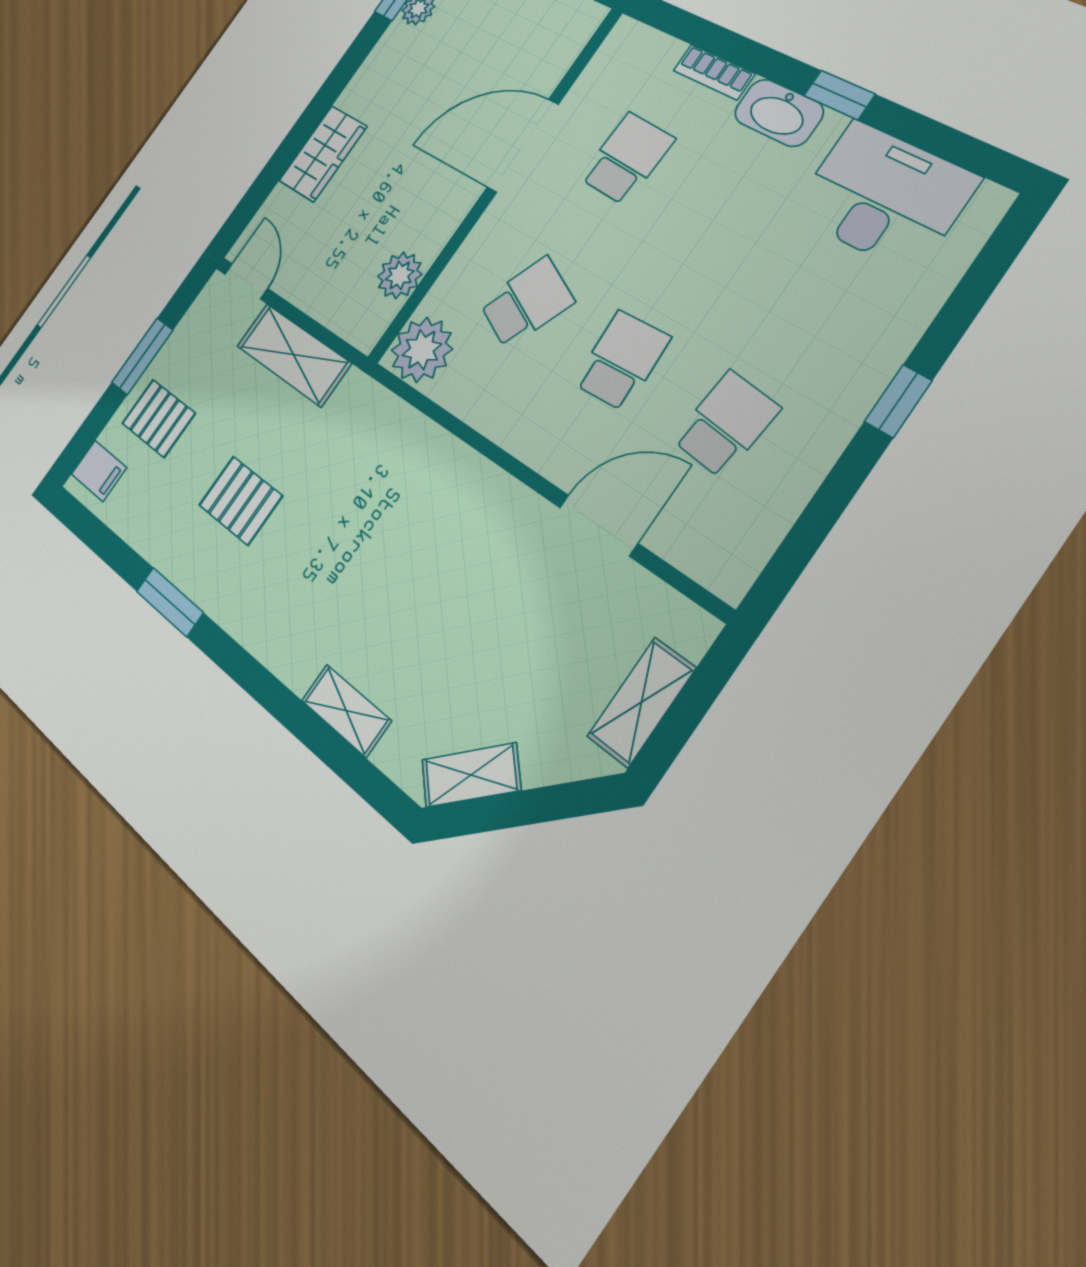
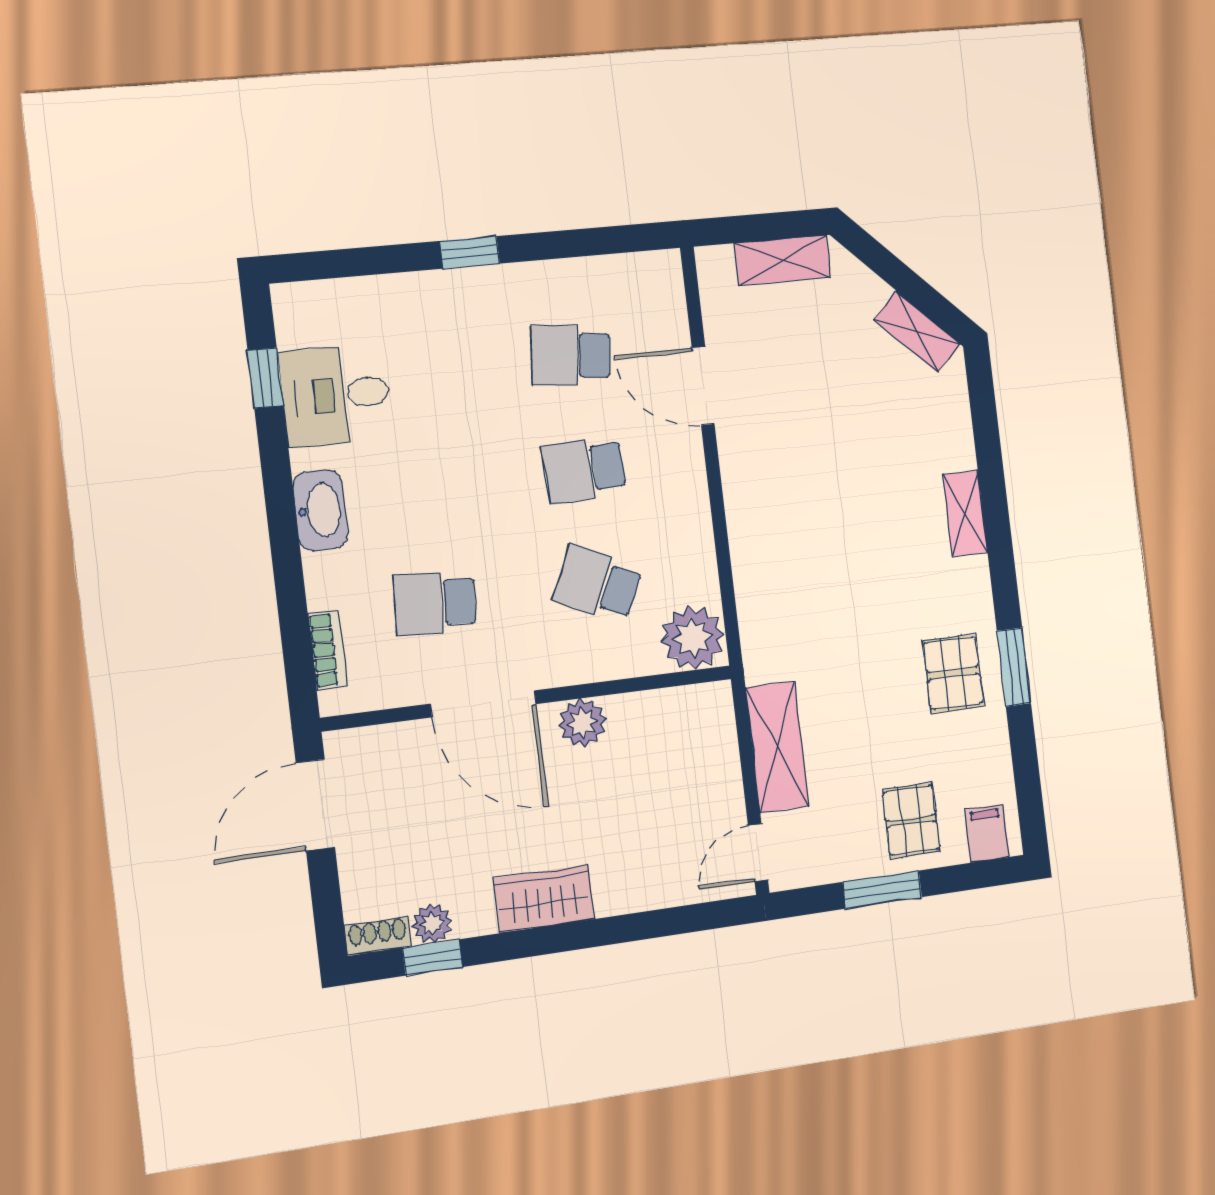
bookcase: (714, 72) -> (327, 650), moved
window: (839, 95) -> (265, 378), moved
wardrobe: (323, 154) -> (544, 899), moved
desk: (884, 196) -> (335, 395), width x0.73
plant: (400, 275) -> (582, 723), moved
pallet: (241, 500) -> (953, 673), moved
shelving: (346, 711) -> (965, 513), moved

